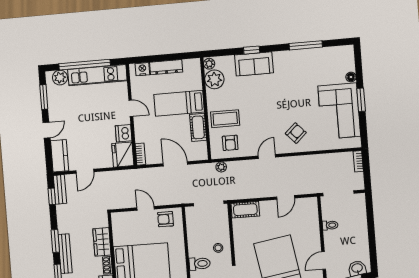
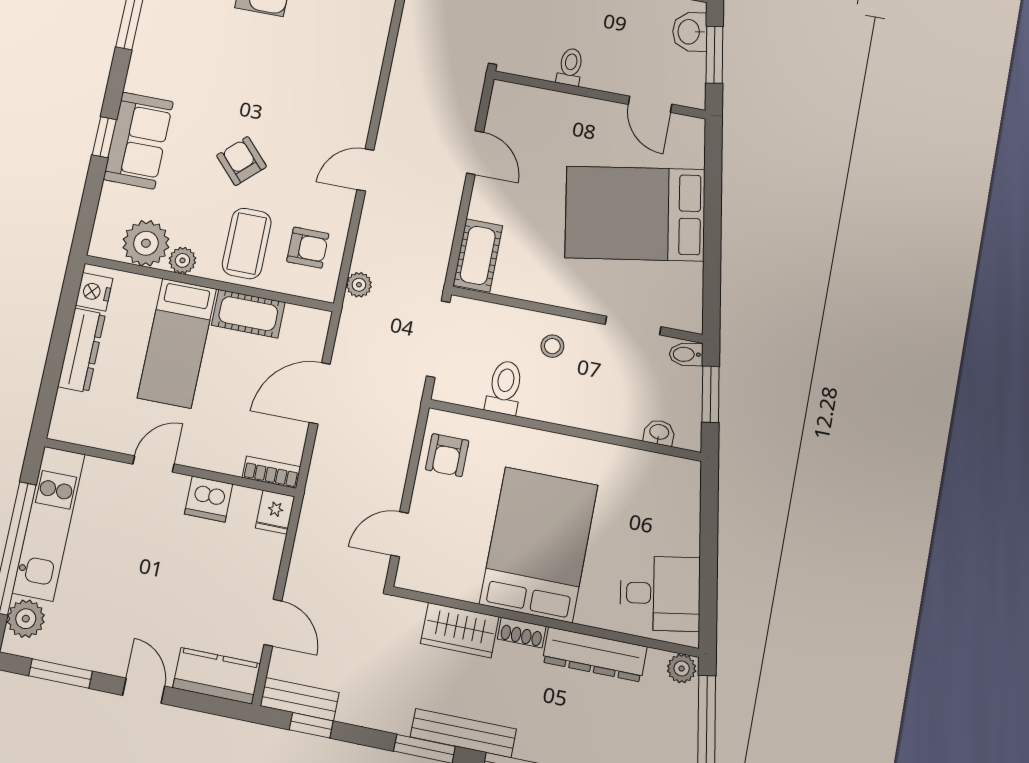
plant: (209, 64) -> (182, 260), moved
nightstand: (142, 69) -> (94, 292), moved
armchair: (296, 133) -> (242, 161), moved
fridge: (123, 155) -> (275, 512), width x0.53, depth x0.75
door: (267, 157) -> (365, 170), hinge flipped
door: (146, 208) -> (400, 534), moved
toilet: (200, 264) -> (505, 387), moved

